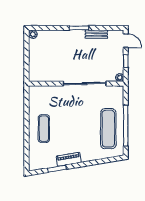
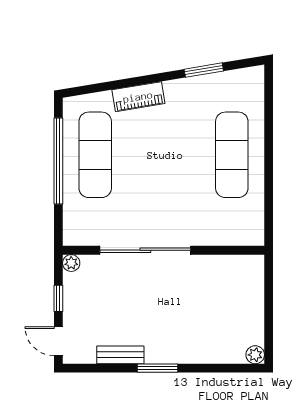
exercise mat: (44, 129) -> (232, 155), width x1.36, depth x1.45
piano: (69, 159) -> (138, 97), moved

